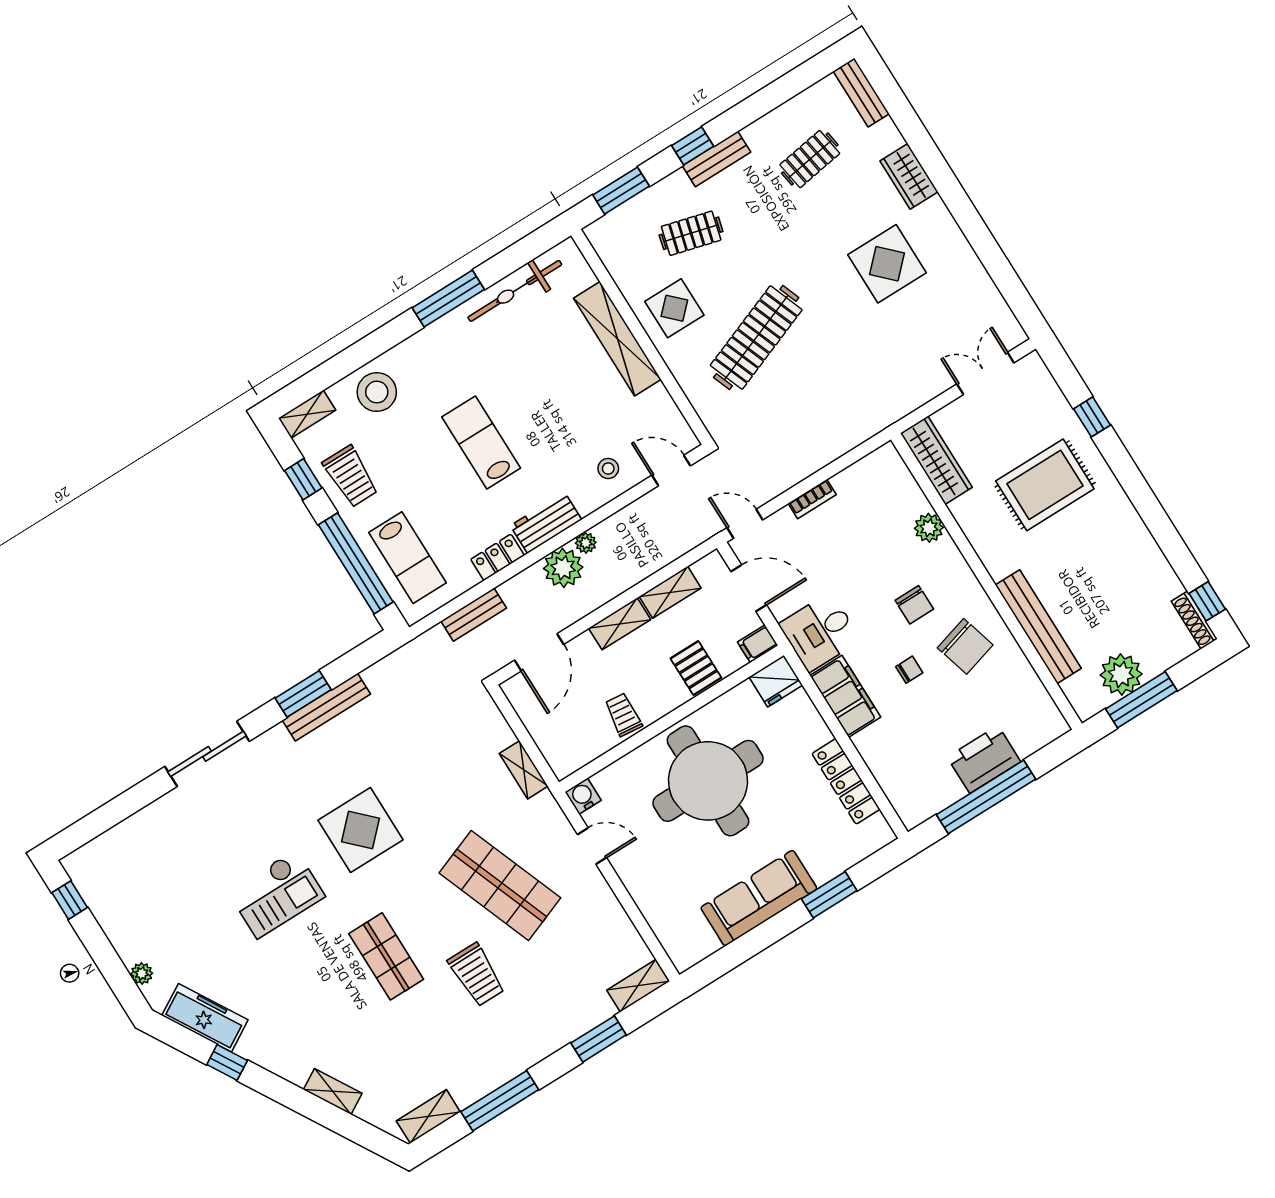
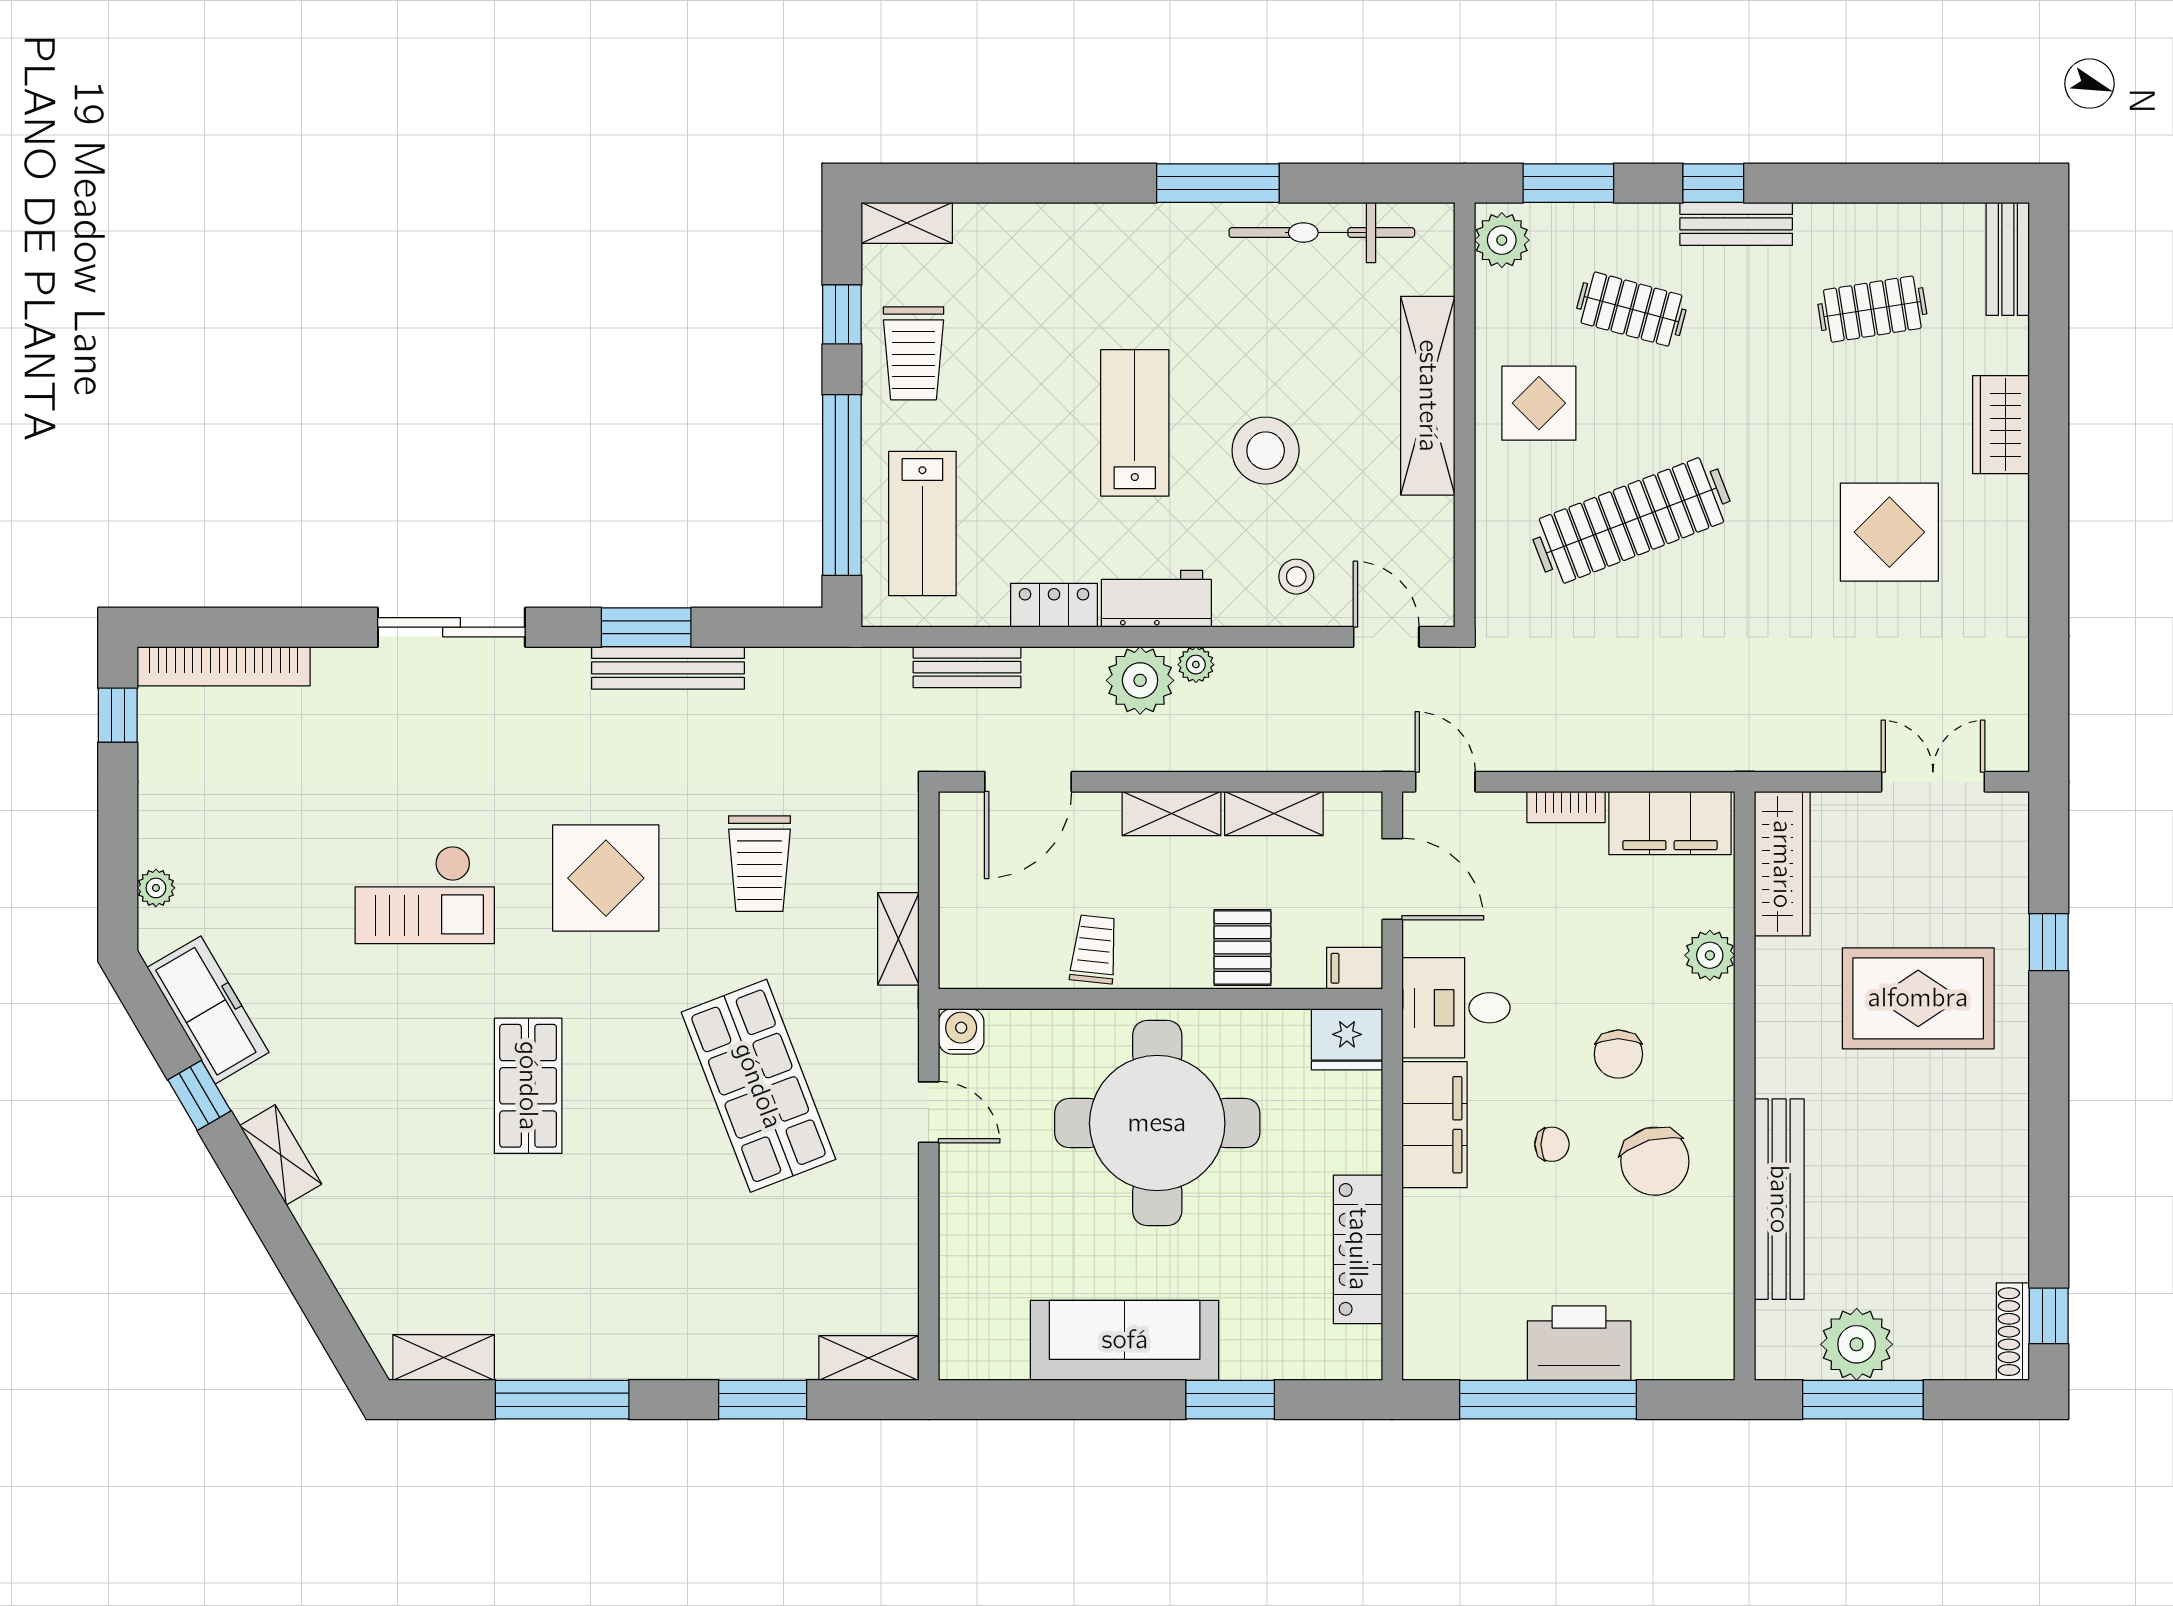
plant: (606, 239) -> (1502, 240), added
stool: (377, 392) -> (1266, 451), moved
filing cabinet: (868, 475) -> (1670, 823), added
bookcase: (107, 843) -> (224, 666), added
trolley: (476, 975) -> (759, 864), moved
shelving: (333, 1091) -> (281, 1155), moved

